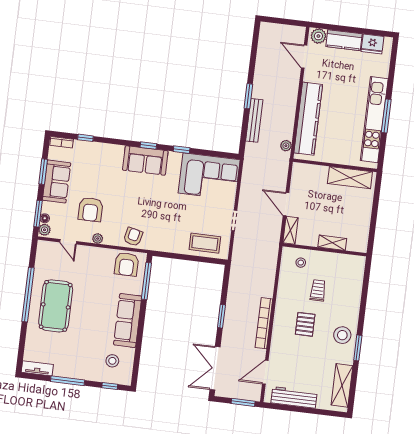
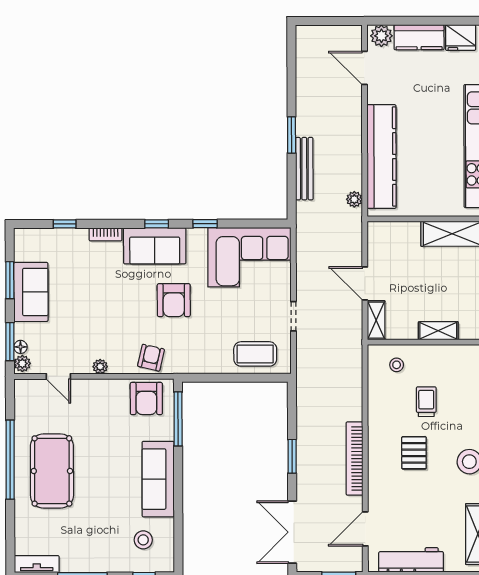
bookcase: (62, 142) -> (106, 234), moved
armchair: (91, 209) -> (174, 300), moved

